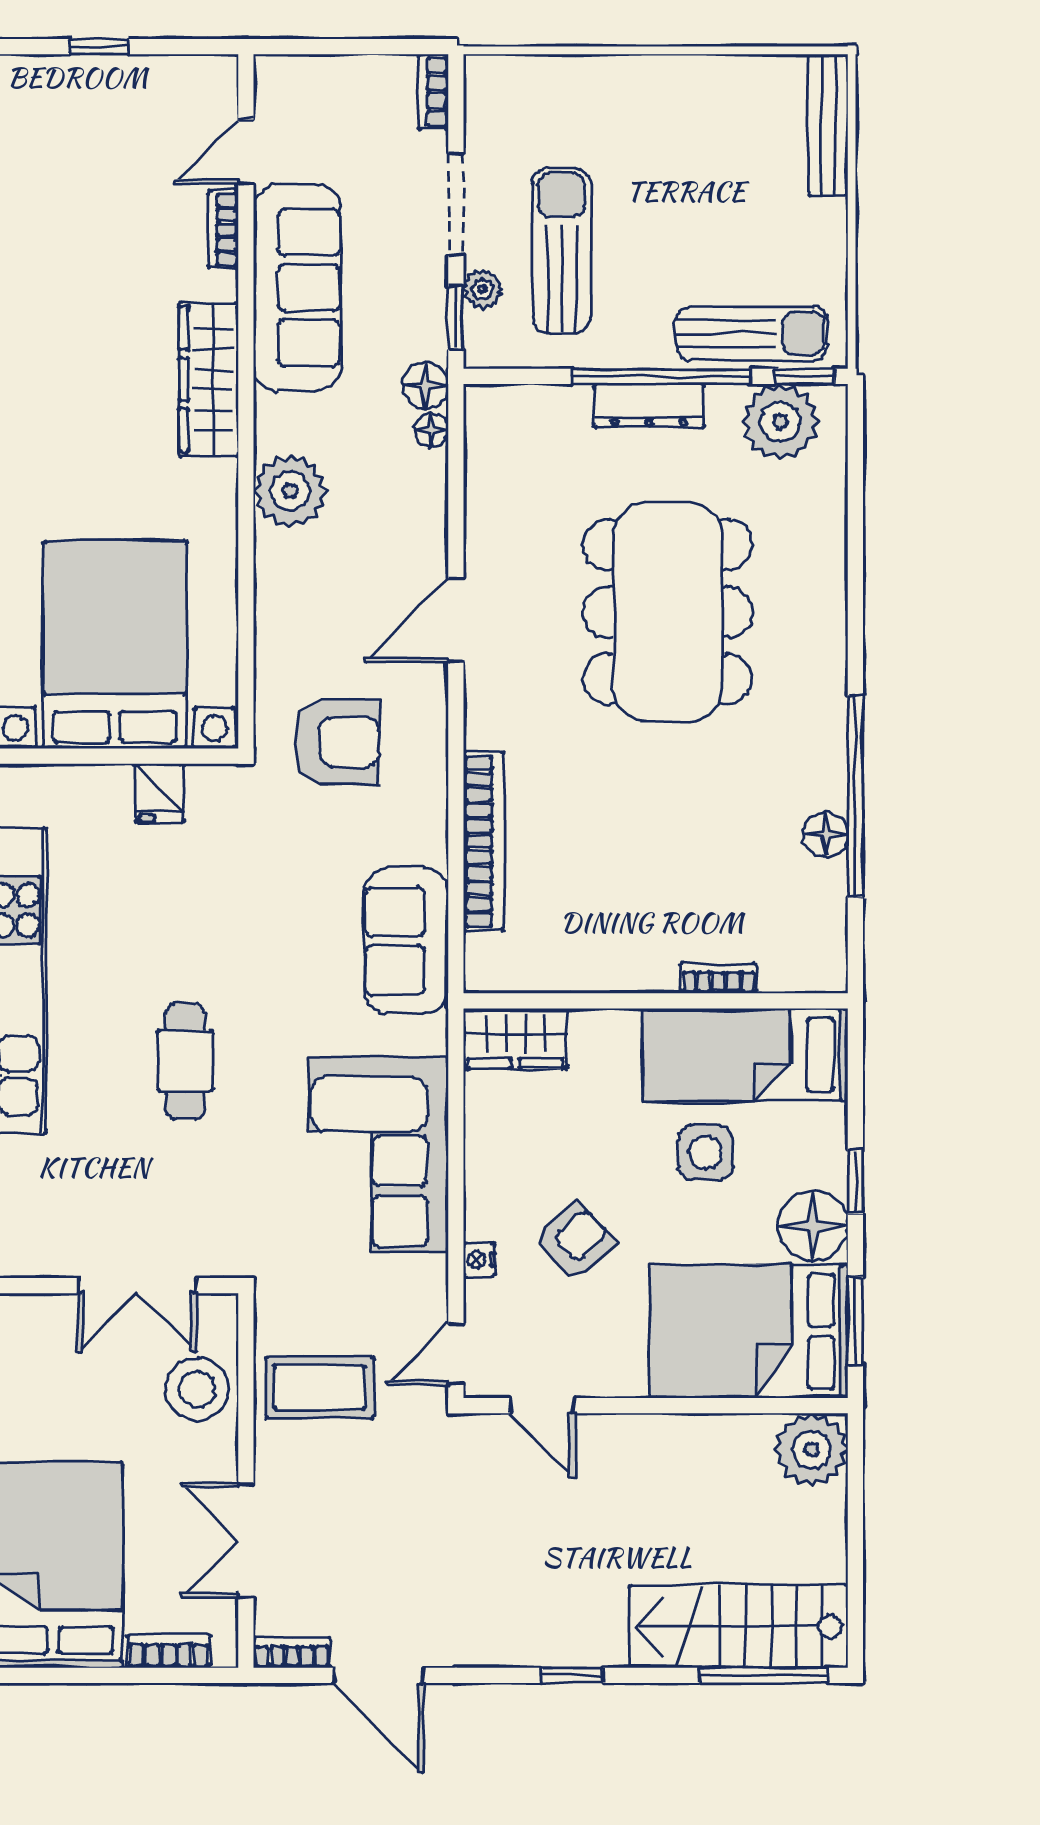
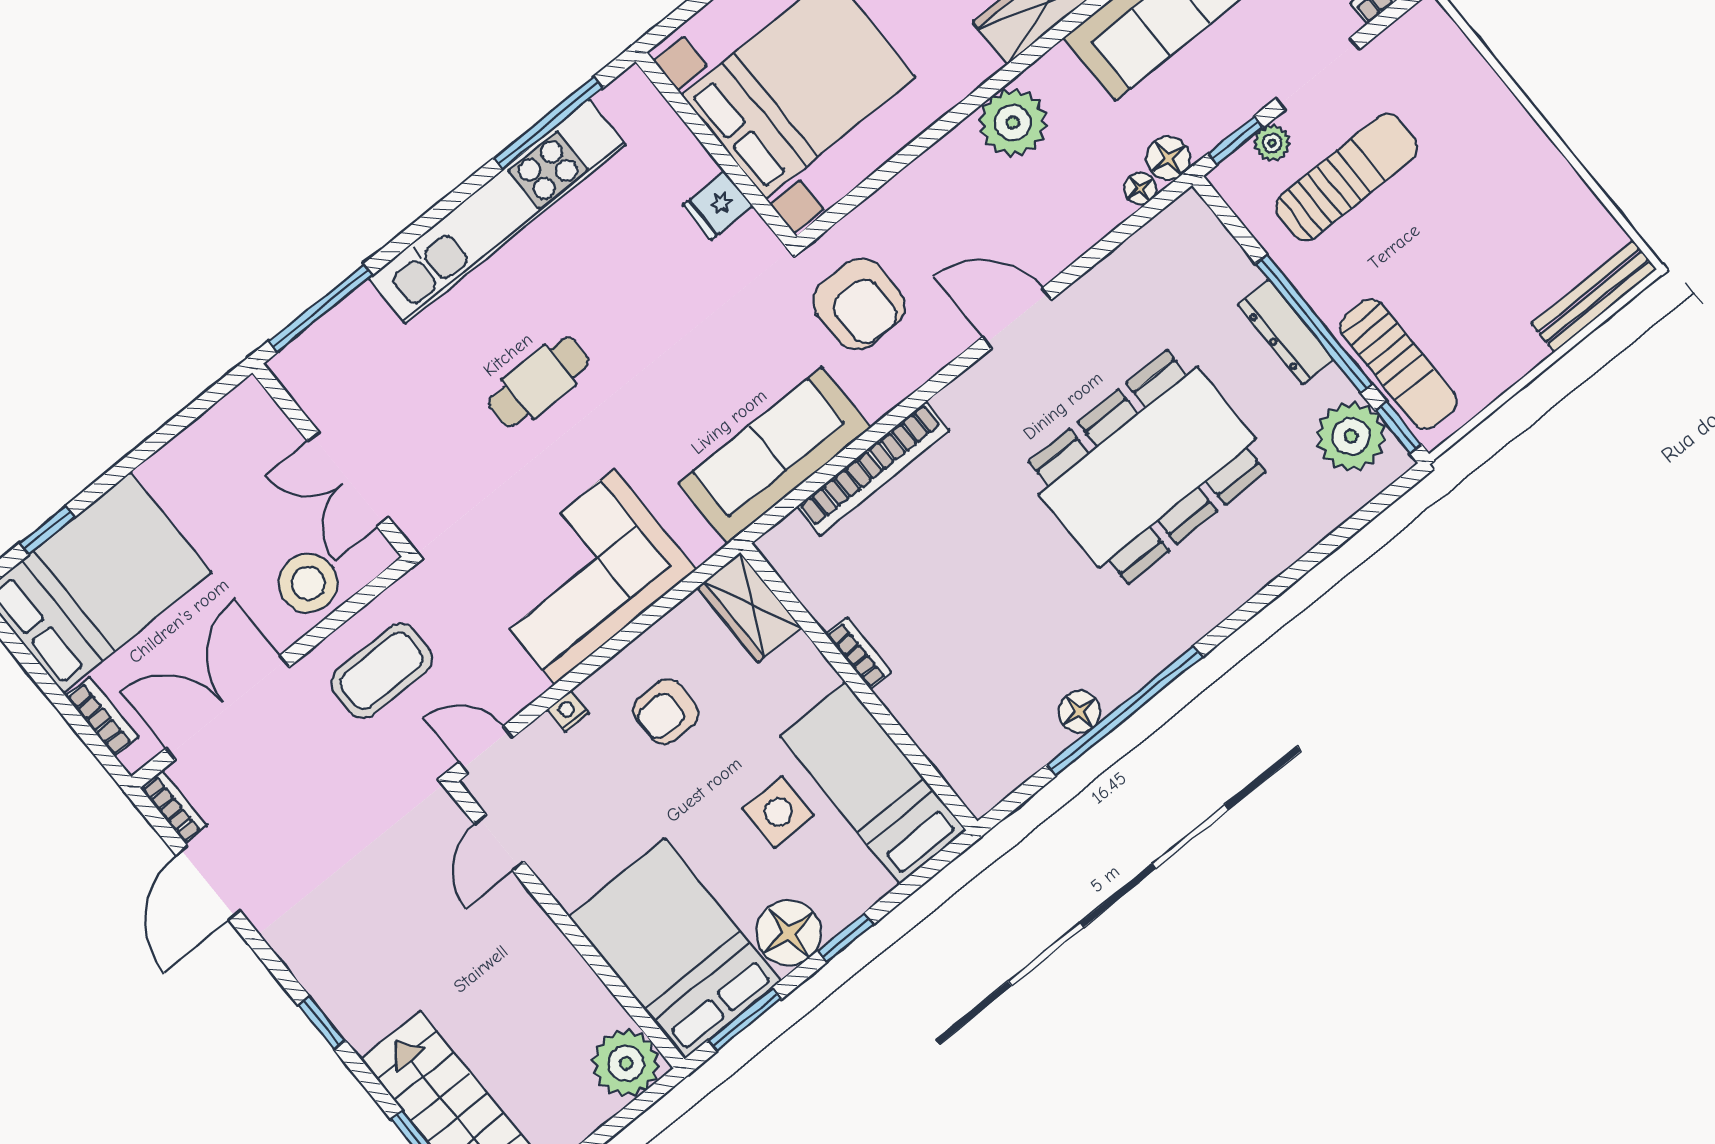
sofa: (406, 941) -> (775, 455), width x1.36
bookcase: (718, 978) -> (859, 653), moved
armchair: (575, 1241) -> (666, 712), moved, turned 132
coffee table: (319, 1387) -> (382, 671), turned 90
double door: (246, 1540) -> (228, 708), width x1.37

